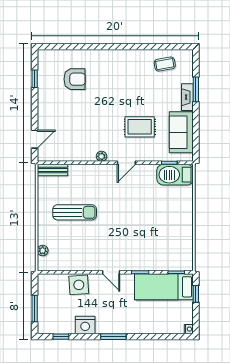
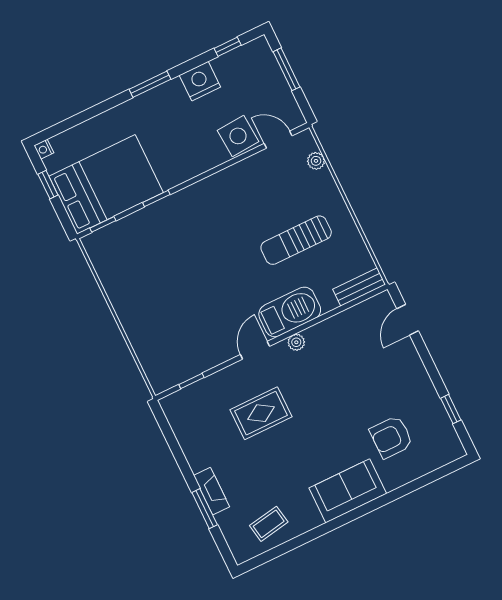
sofa: (181, 132) -> (348, 491), moved, turned -90
barbecue: (175, 175) -> (290, 312), moved
door: (111, 272) -> (278, 140), moved
bed: (164, 287) -> (106, 184), width x1.50
window: (196, 294) -> (48, 185), moved

